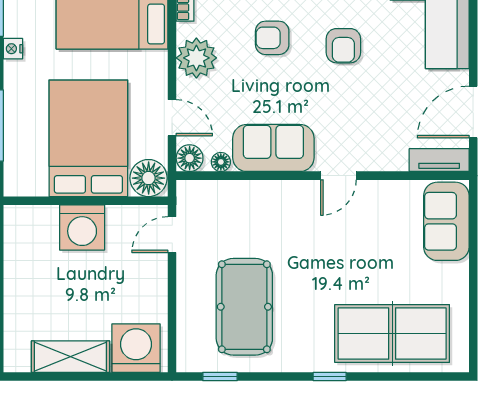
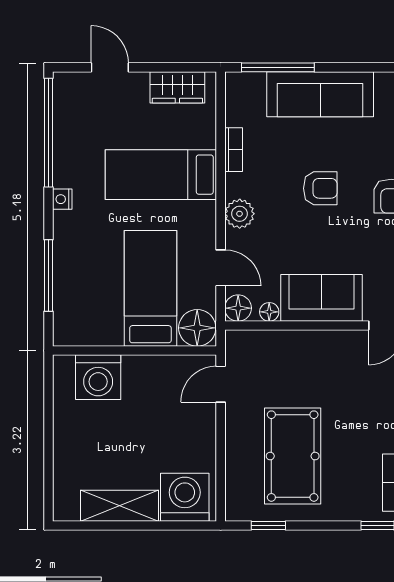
armchair: (272, 38) -> (320, 188), turned 180
plant: (196, 58) -> (240, 214), width x0.73, depth x0.73
bed: (88, 138) -> (150, 288), width x0.67
washing machine: (82, 227) -> (98, 377), moved

